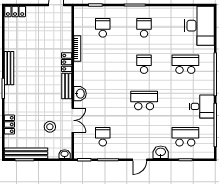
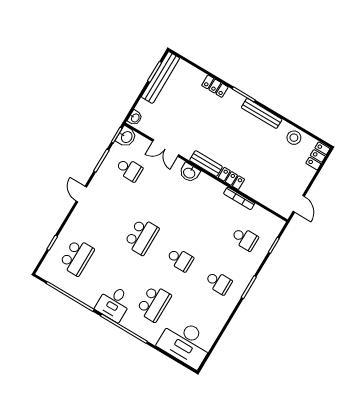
desk: (202, 106) -> (114, 303), moved
locker: (9, 124) -> (215, 86), moved
stool: (50, 127) -> (294, 138), moved
washbasin: (161, 152) -> (126, 137), moved

